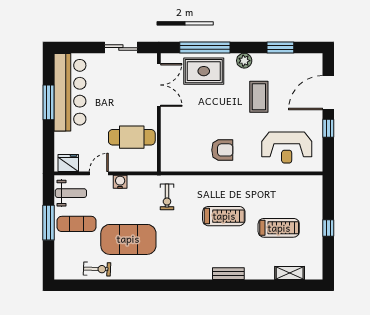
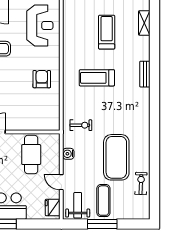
water cooler: (120, 182) -> (68, 154), moved
treadmill: (224, 216) -> (97, 78), turned -90

